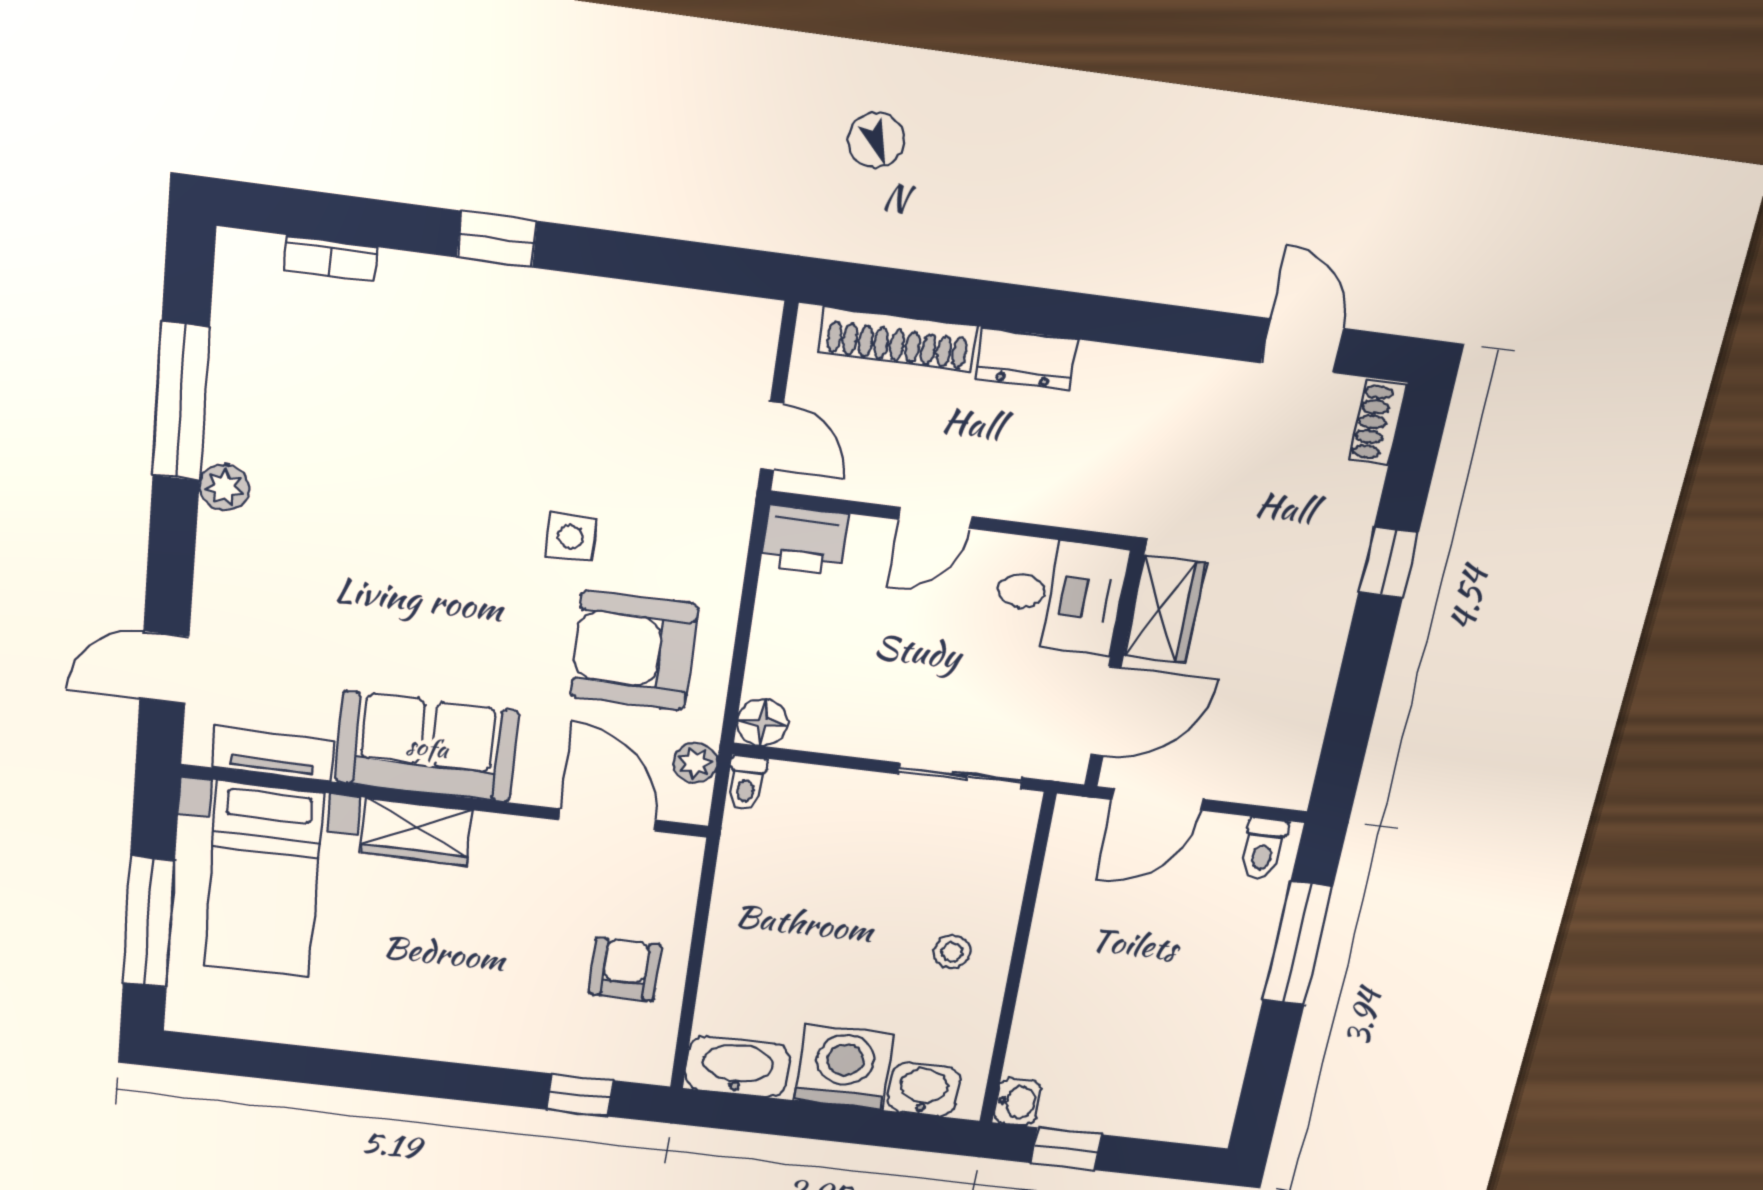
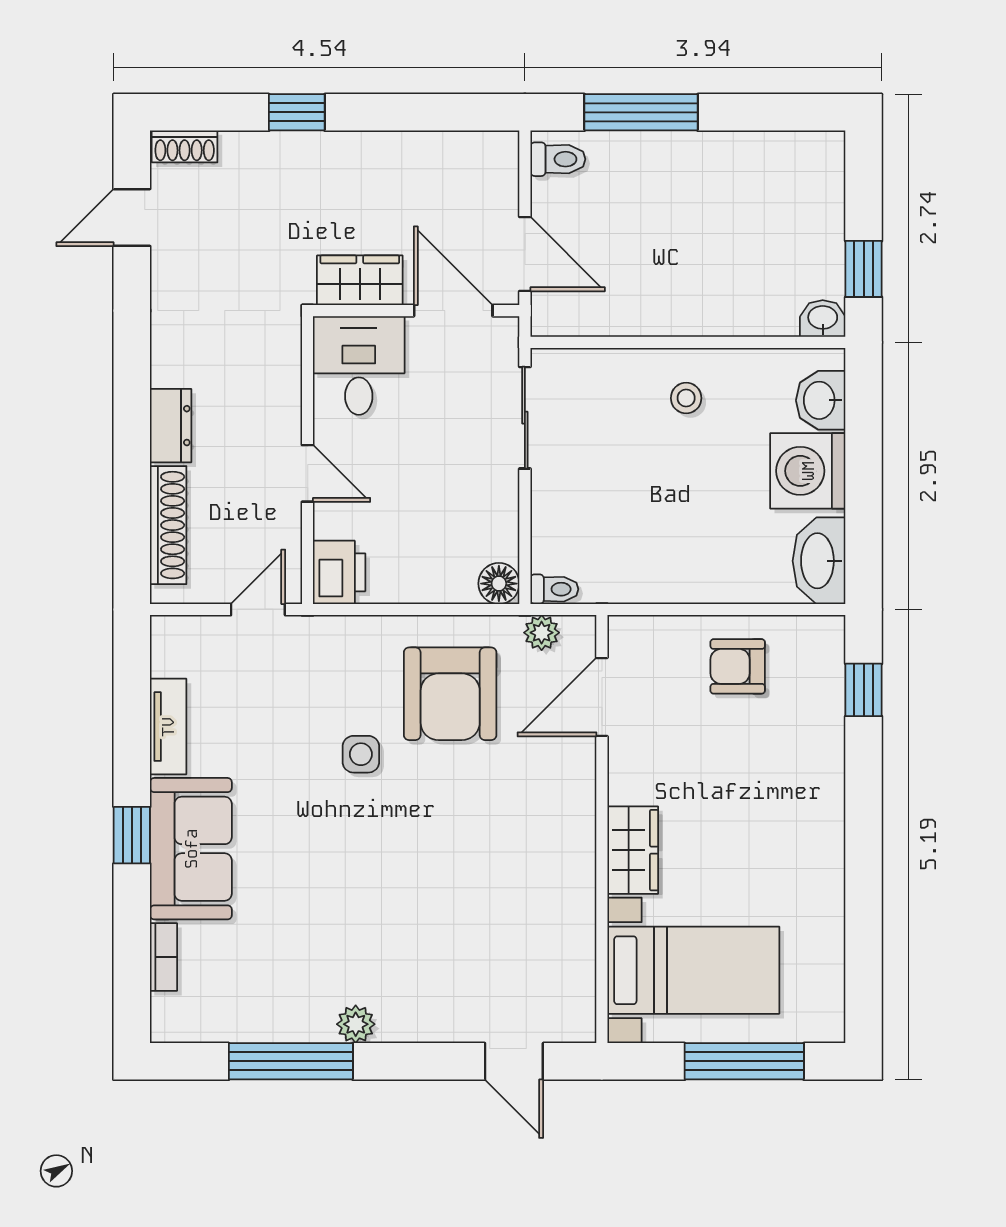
sofa: (427, 747) -> (191, 849), moved, turned 180
tv unit: (273, 754) -> (168, 727), moved, turned 180

